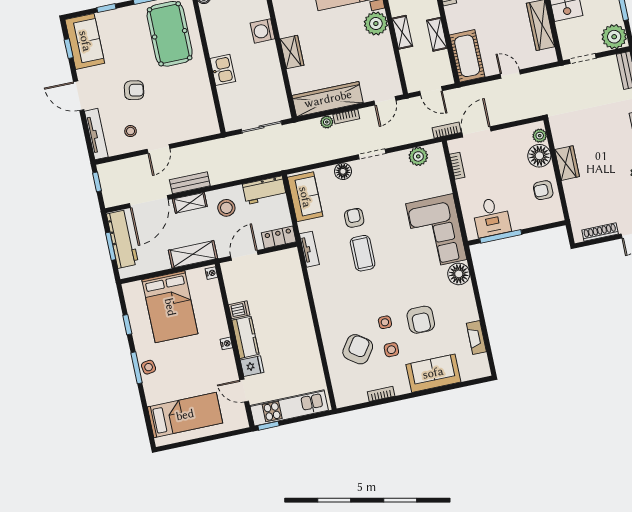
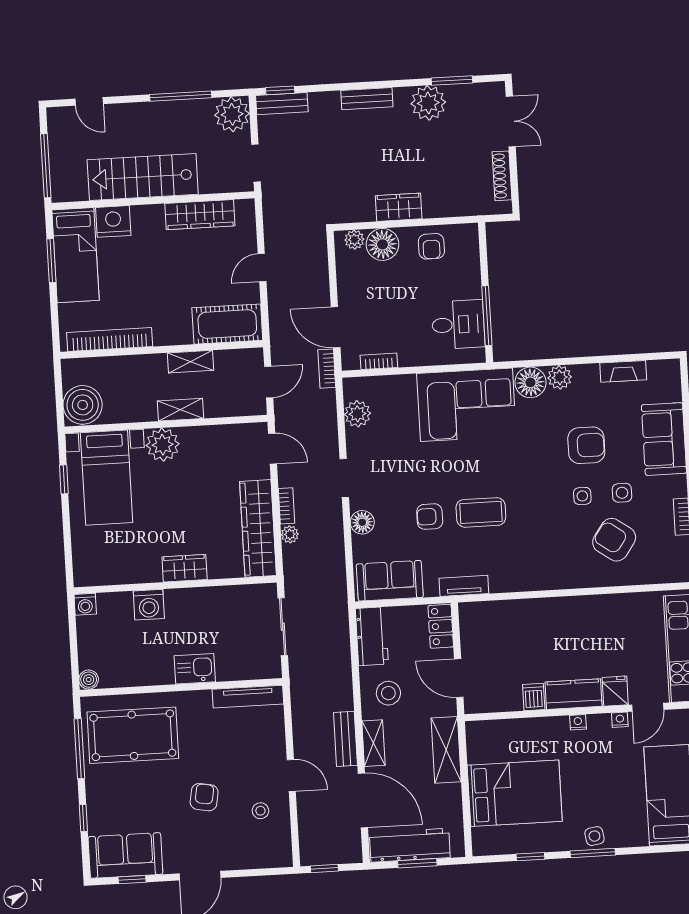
tv unit: (96, 134) -> (248, 697), moved, turned 180
nightstand: (211, 273) -> (620, 720), moved
plant: (465, 294) -> (560, 377), added

